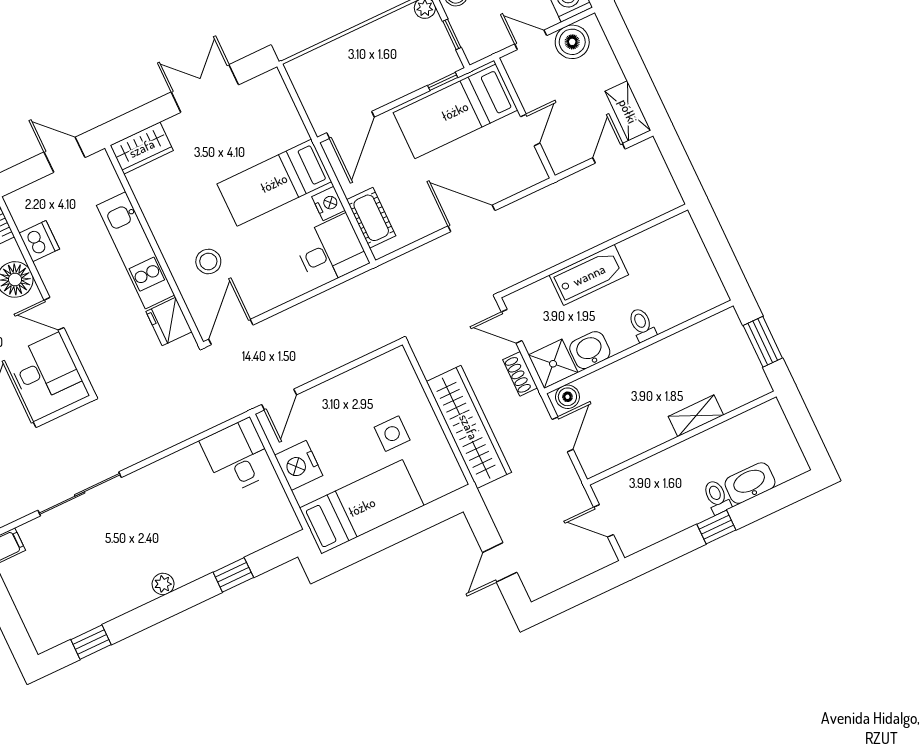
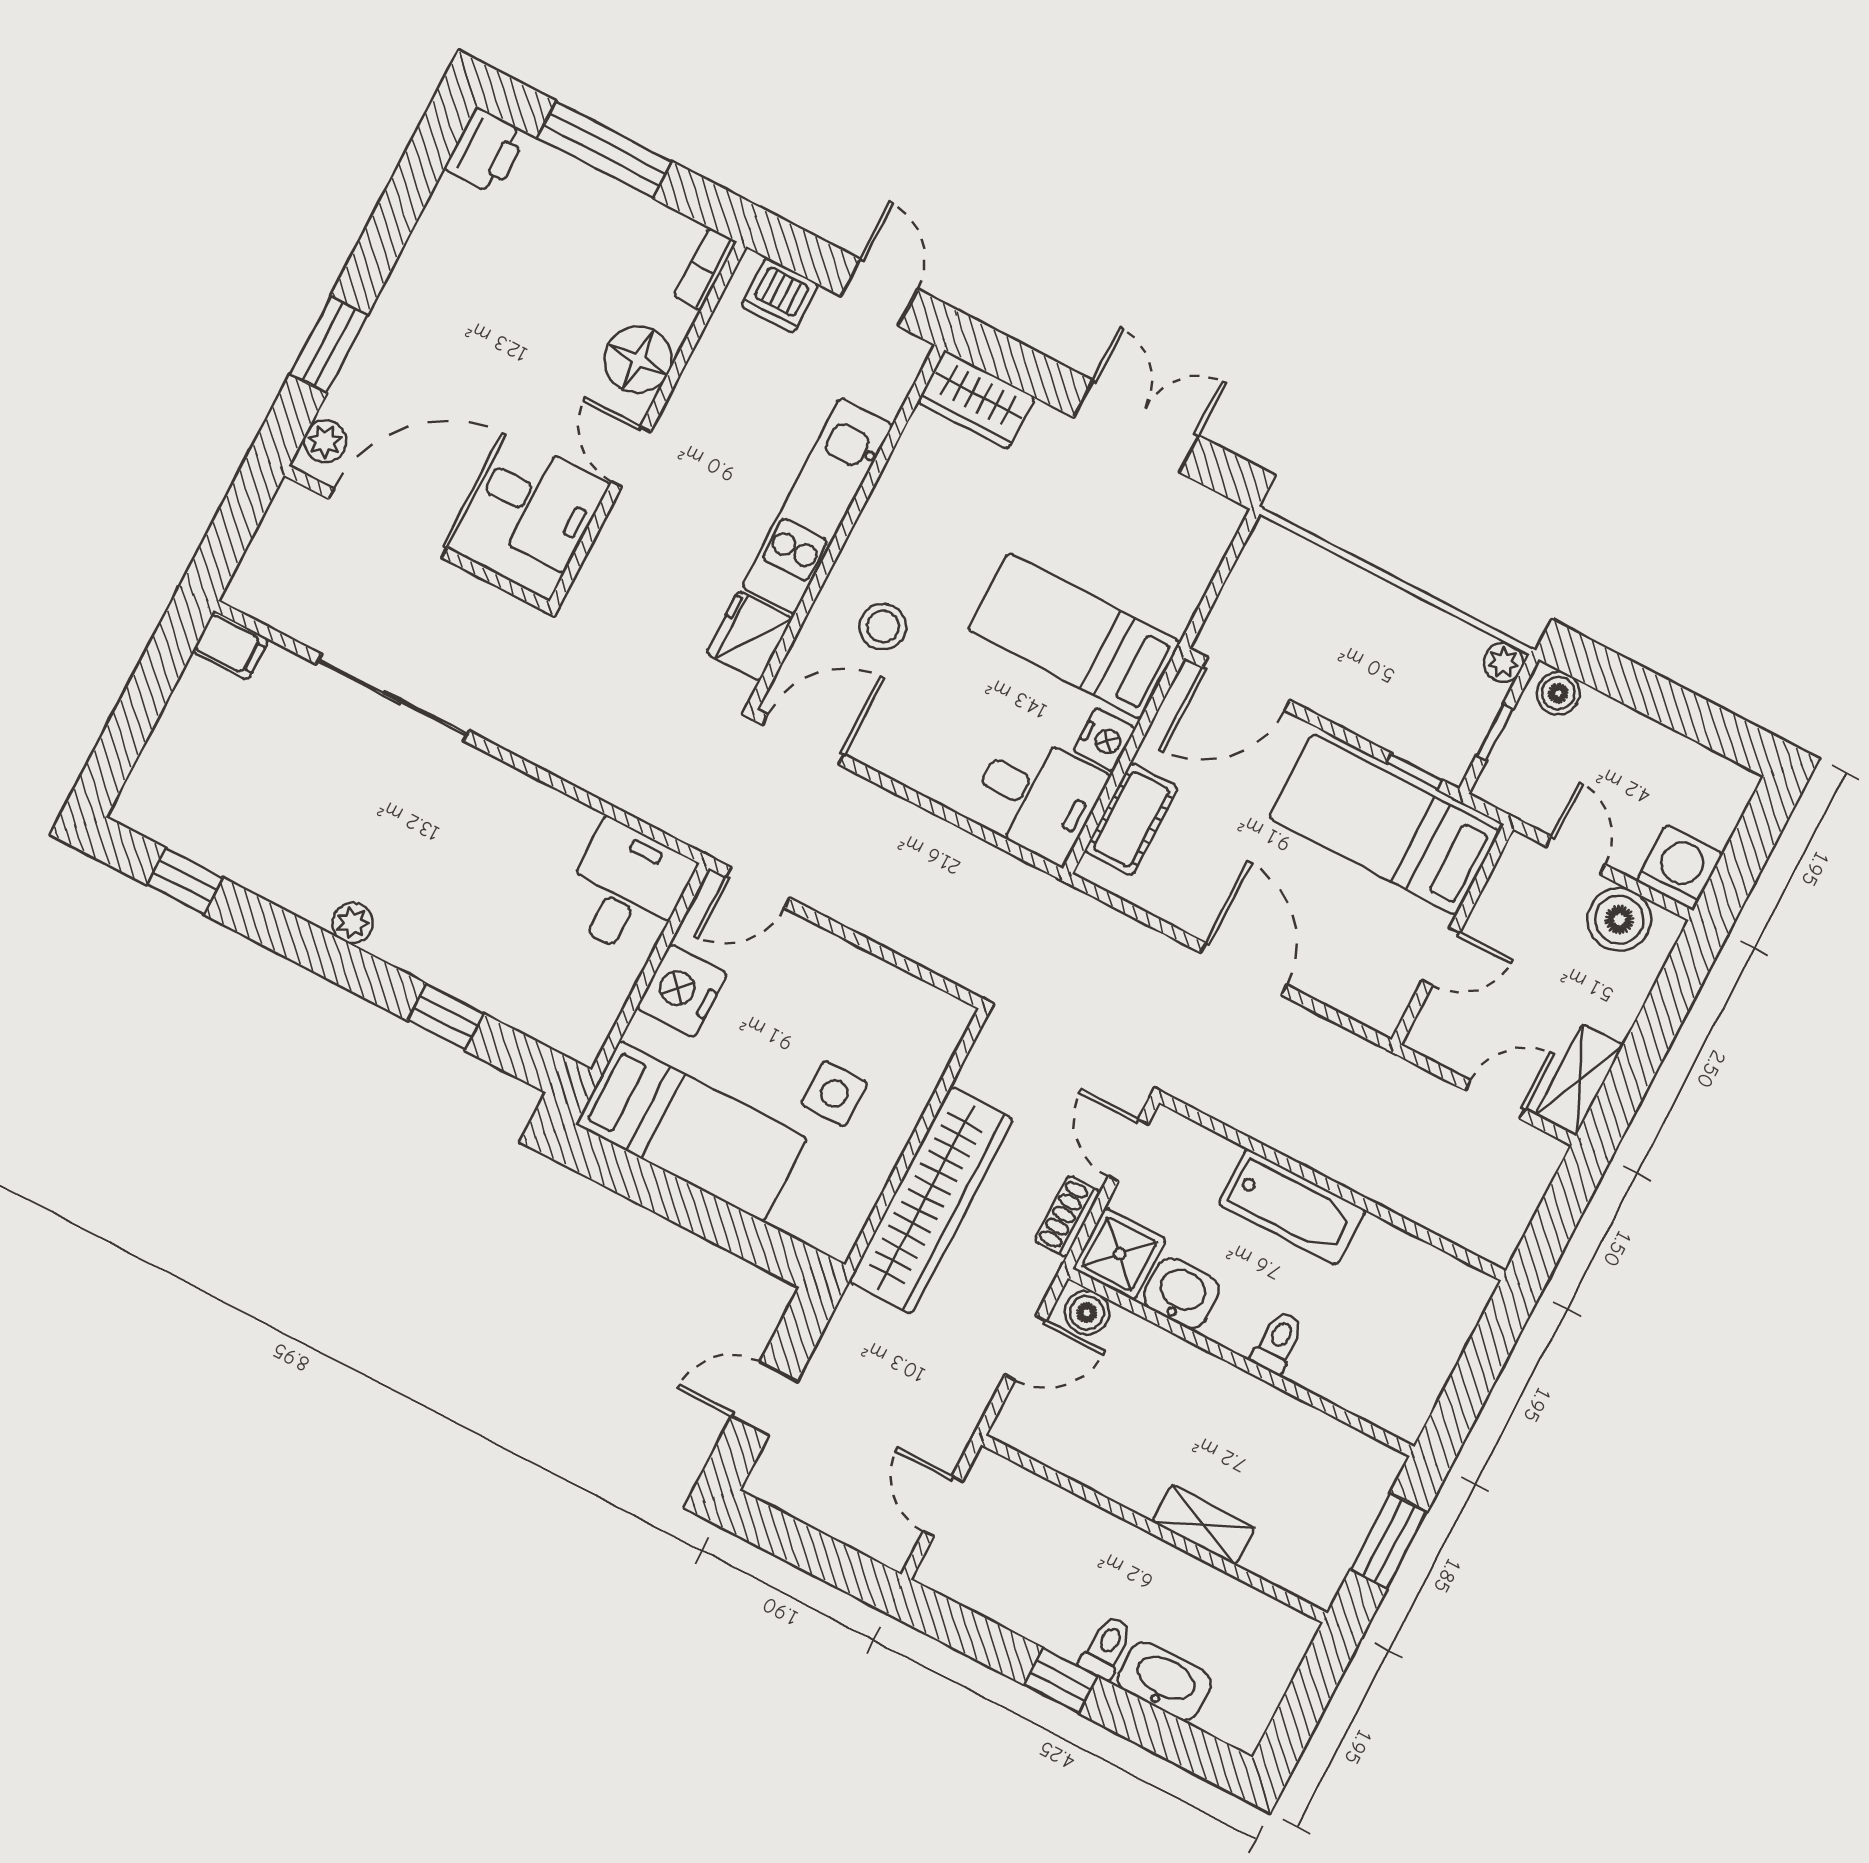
dishwasher: (39, 241) -> (780, 295), moved, turned 90

